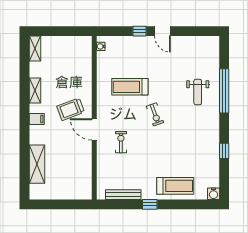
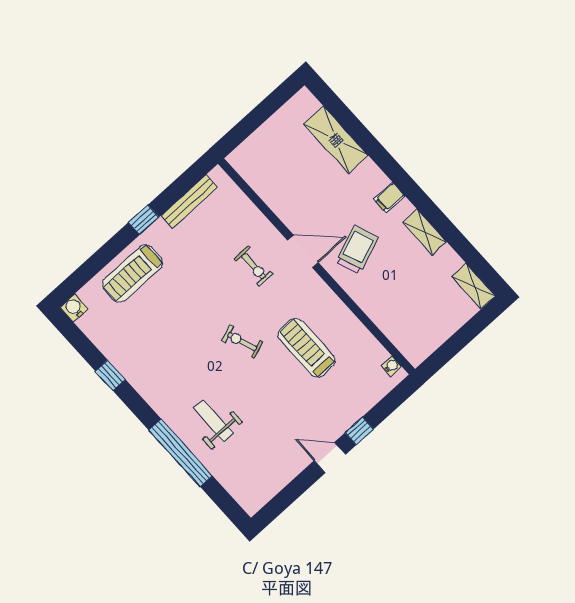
treadmill: (130, 87) -> (307, 348), turned -90

